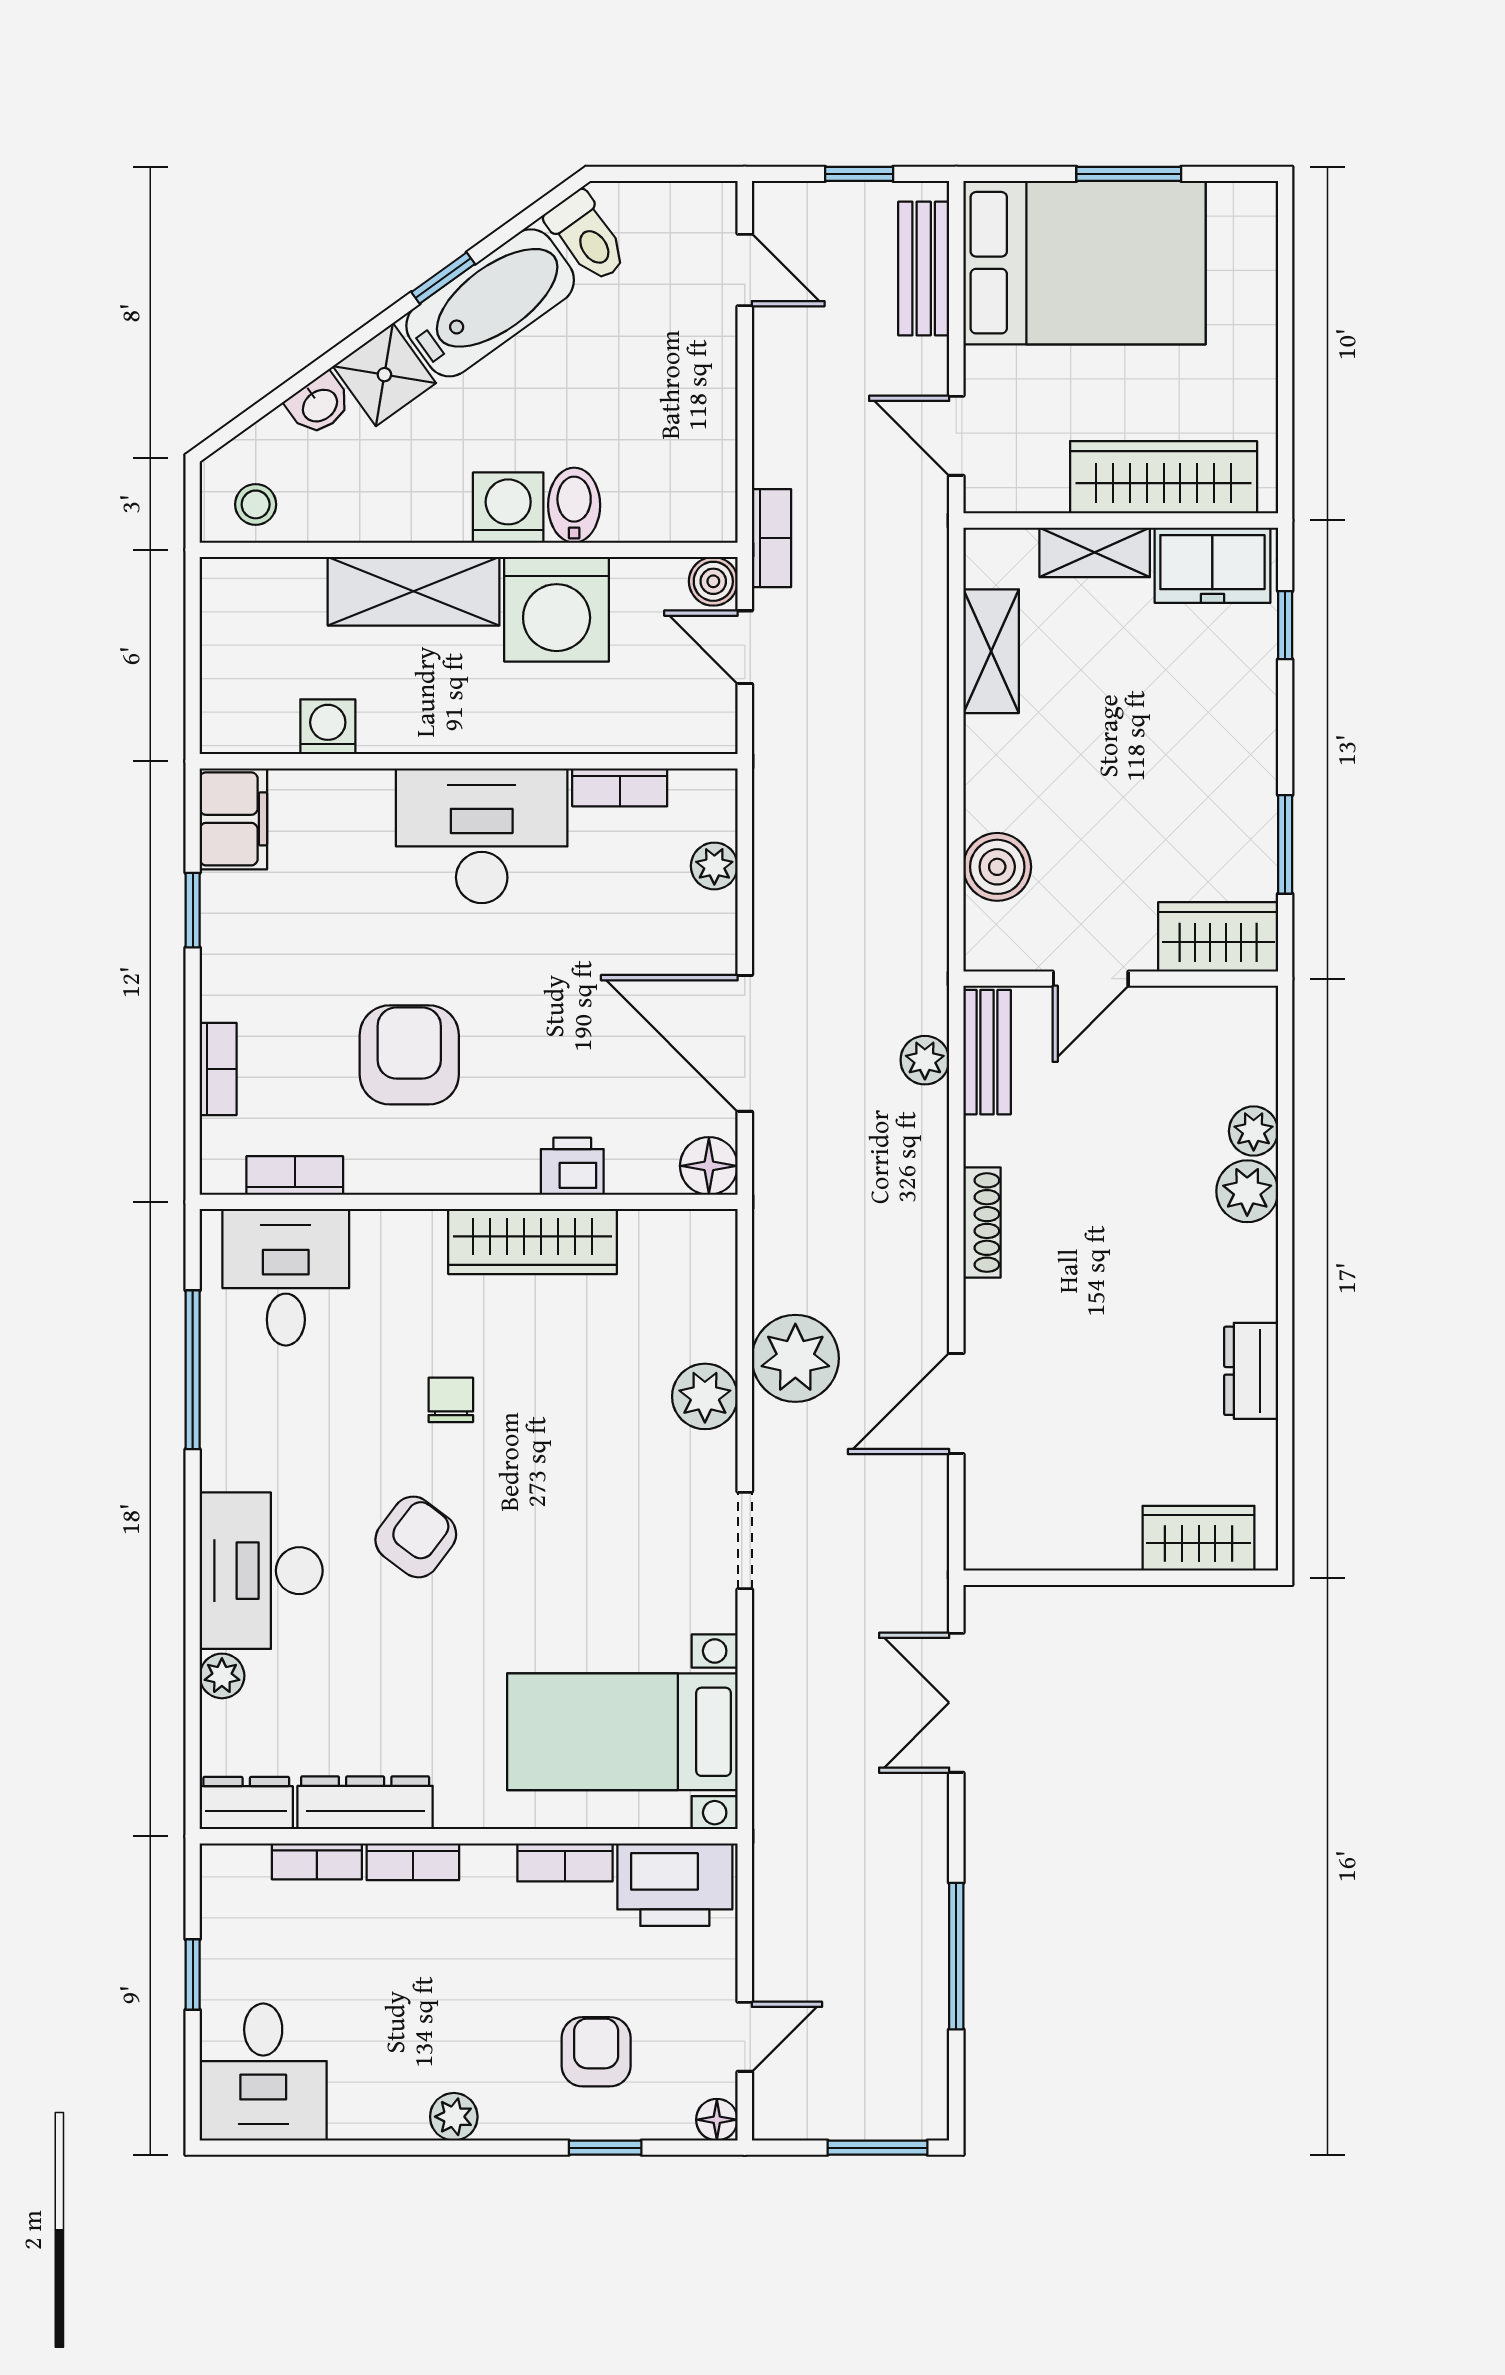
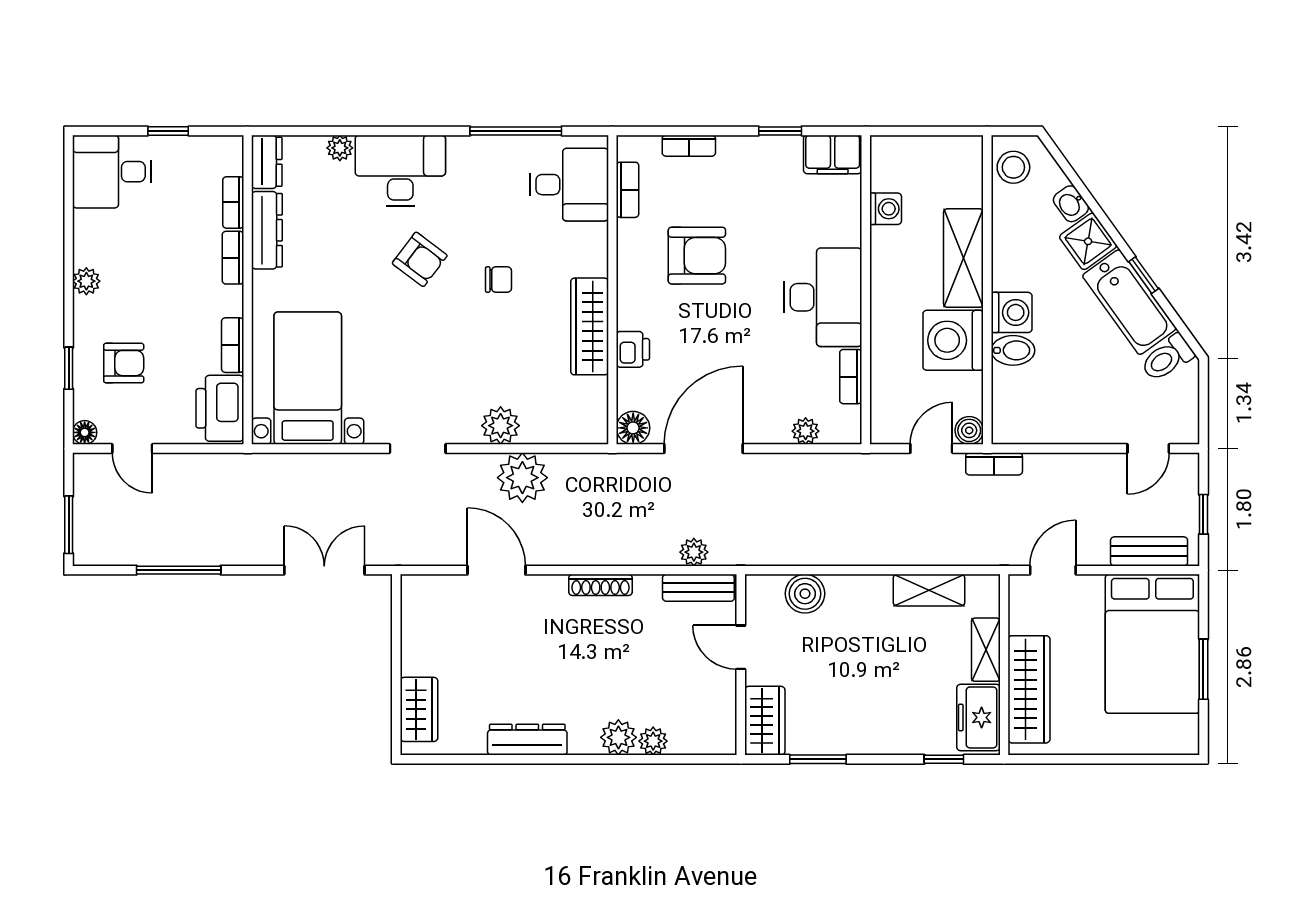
stool: (256, 504) -> (1013, 167), width x1.37, depth x1.37
dresser: (1251, 1371) -> (527, 740), width x1.44

